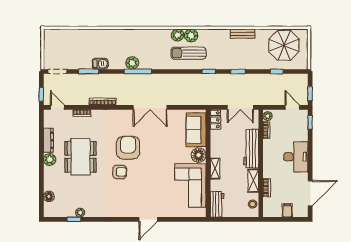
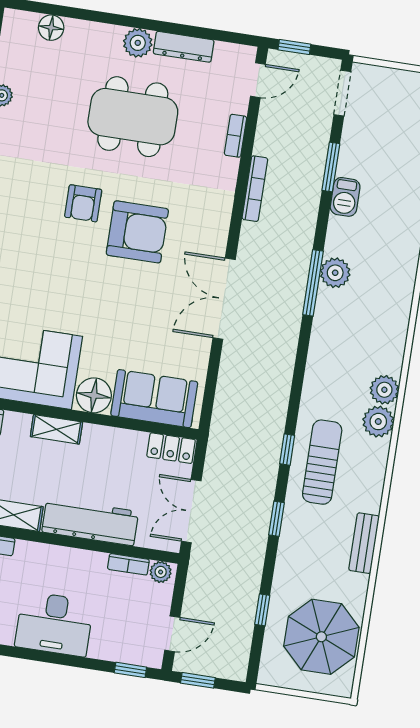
sun lounger: (189, 53) -> (322, 462), moved

